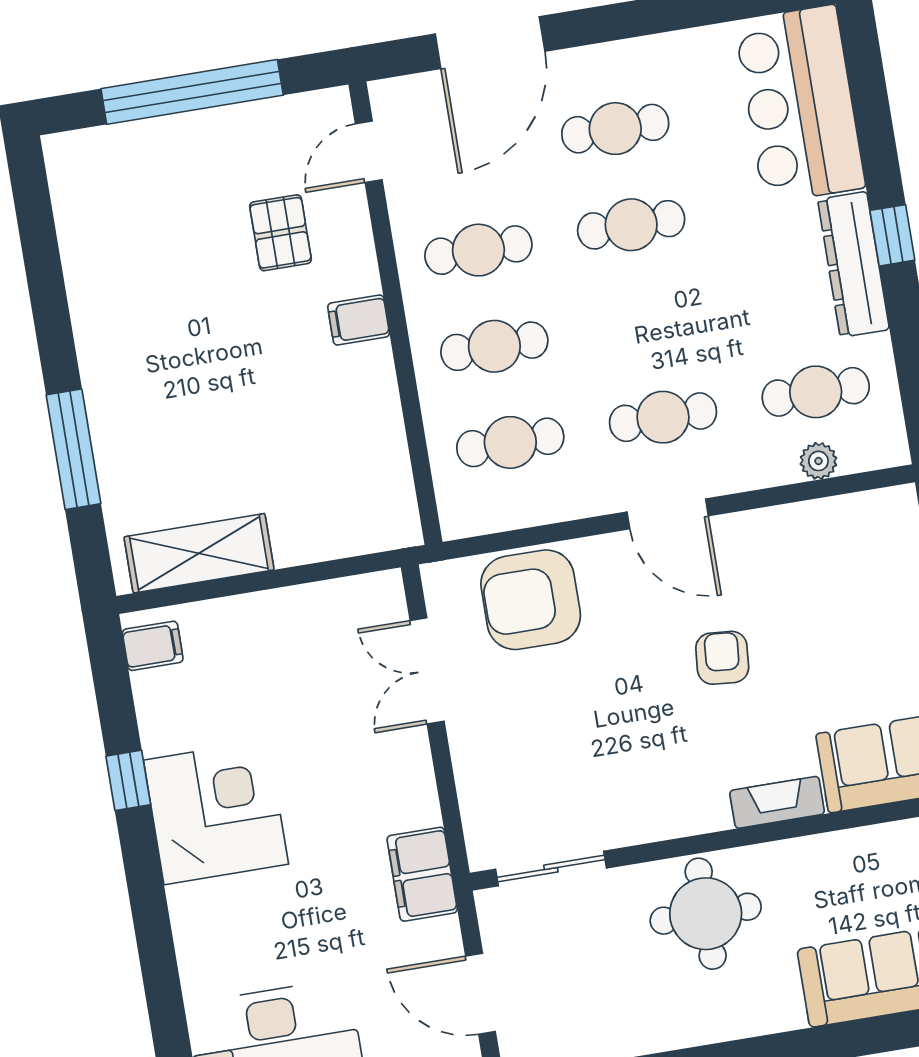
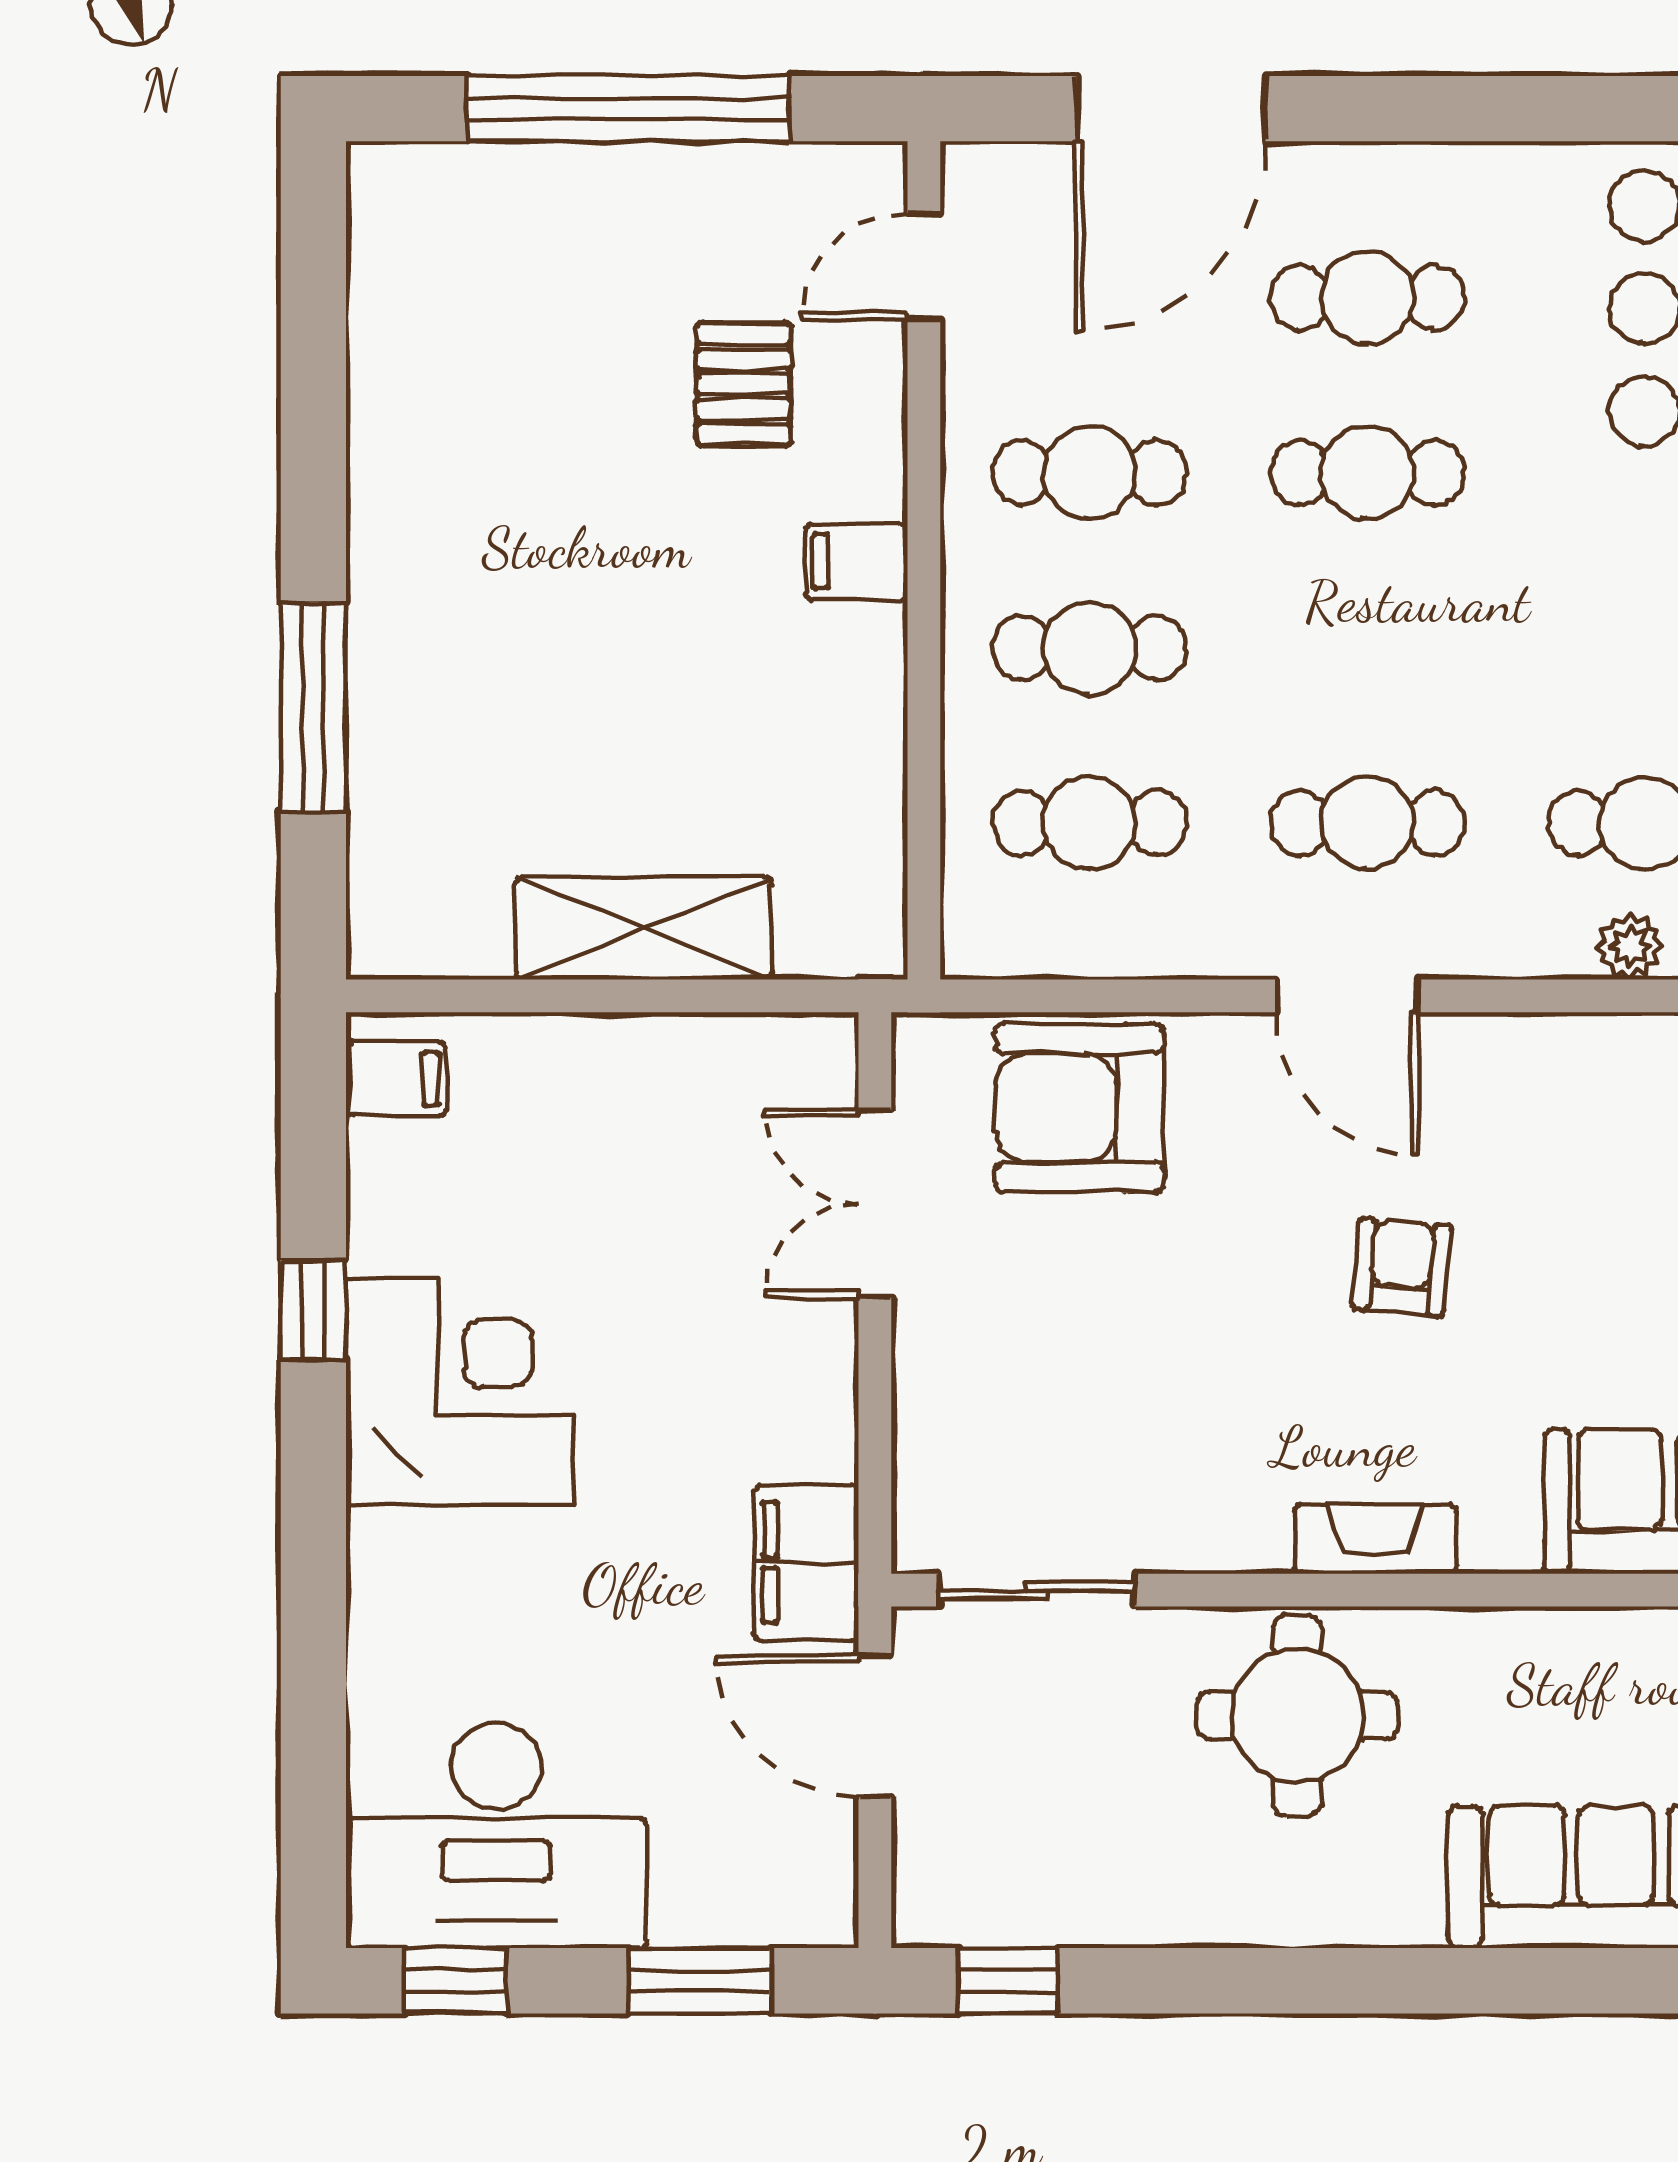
shelving: (199, 553) -> (643, 928), moved
fireplace: (777, 802) -> (1375, 1539), moved
door: (481, 994) -> (875, 1726), moved

